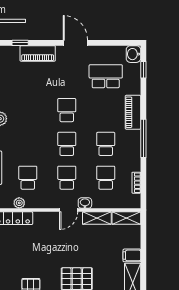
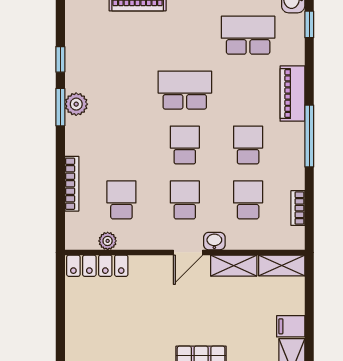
school desk: (67, 110) -> (185, 90), width x1.85

